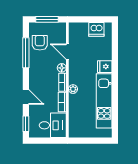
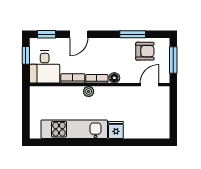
dishwasher: (96, 29) -> (161, 120), removed
door: (67, 52) -> (150, 85), moved
window: (26, 53) -> (133, 34), width x0.69
window: (43, 141) -> (26, 55), added

